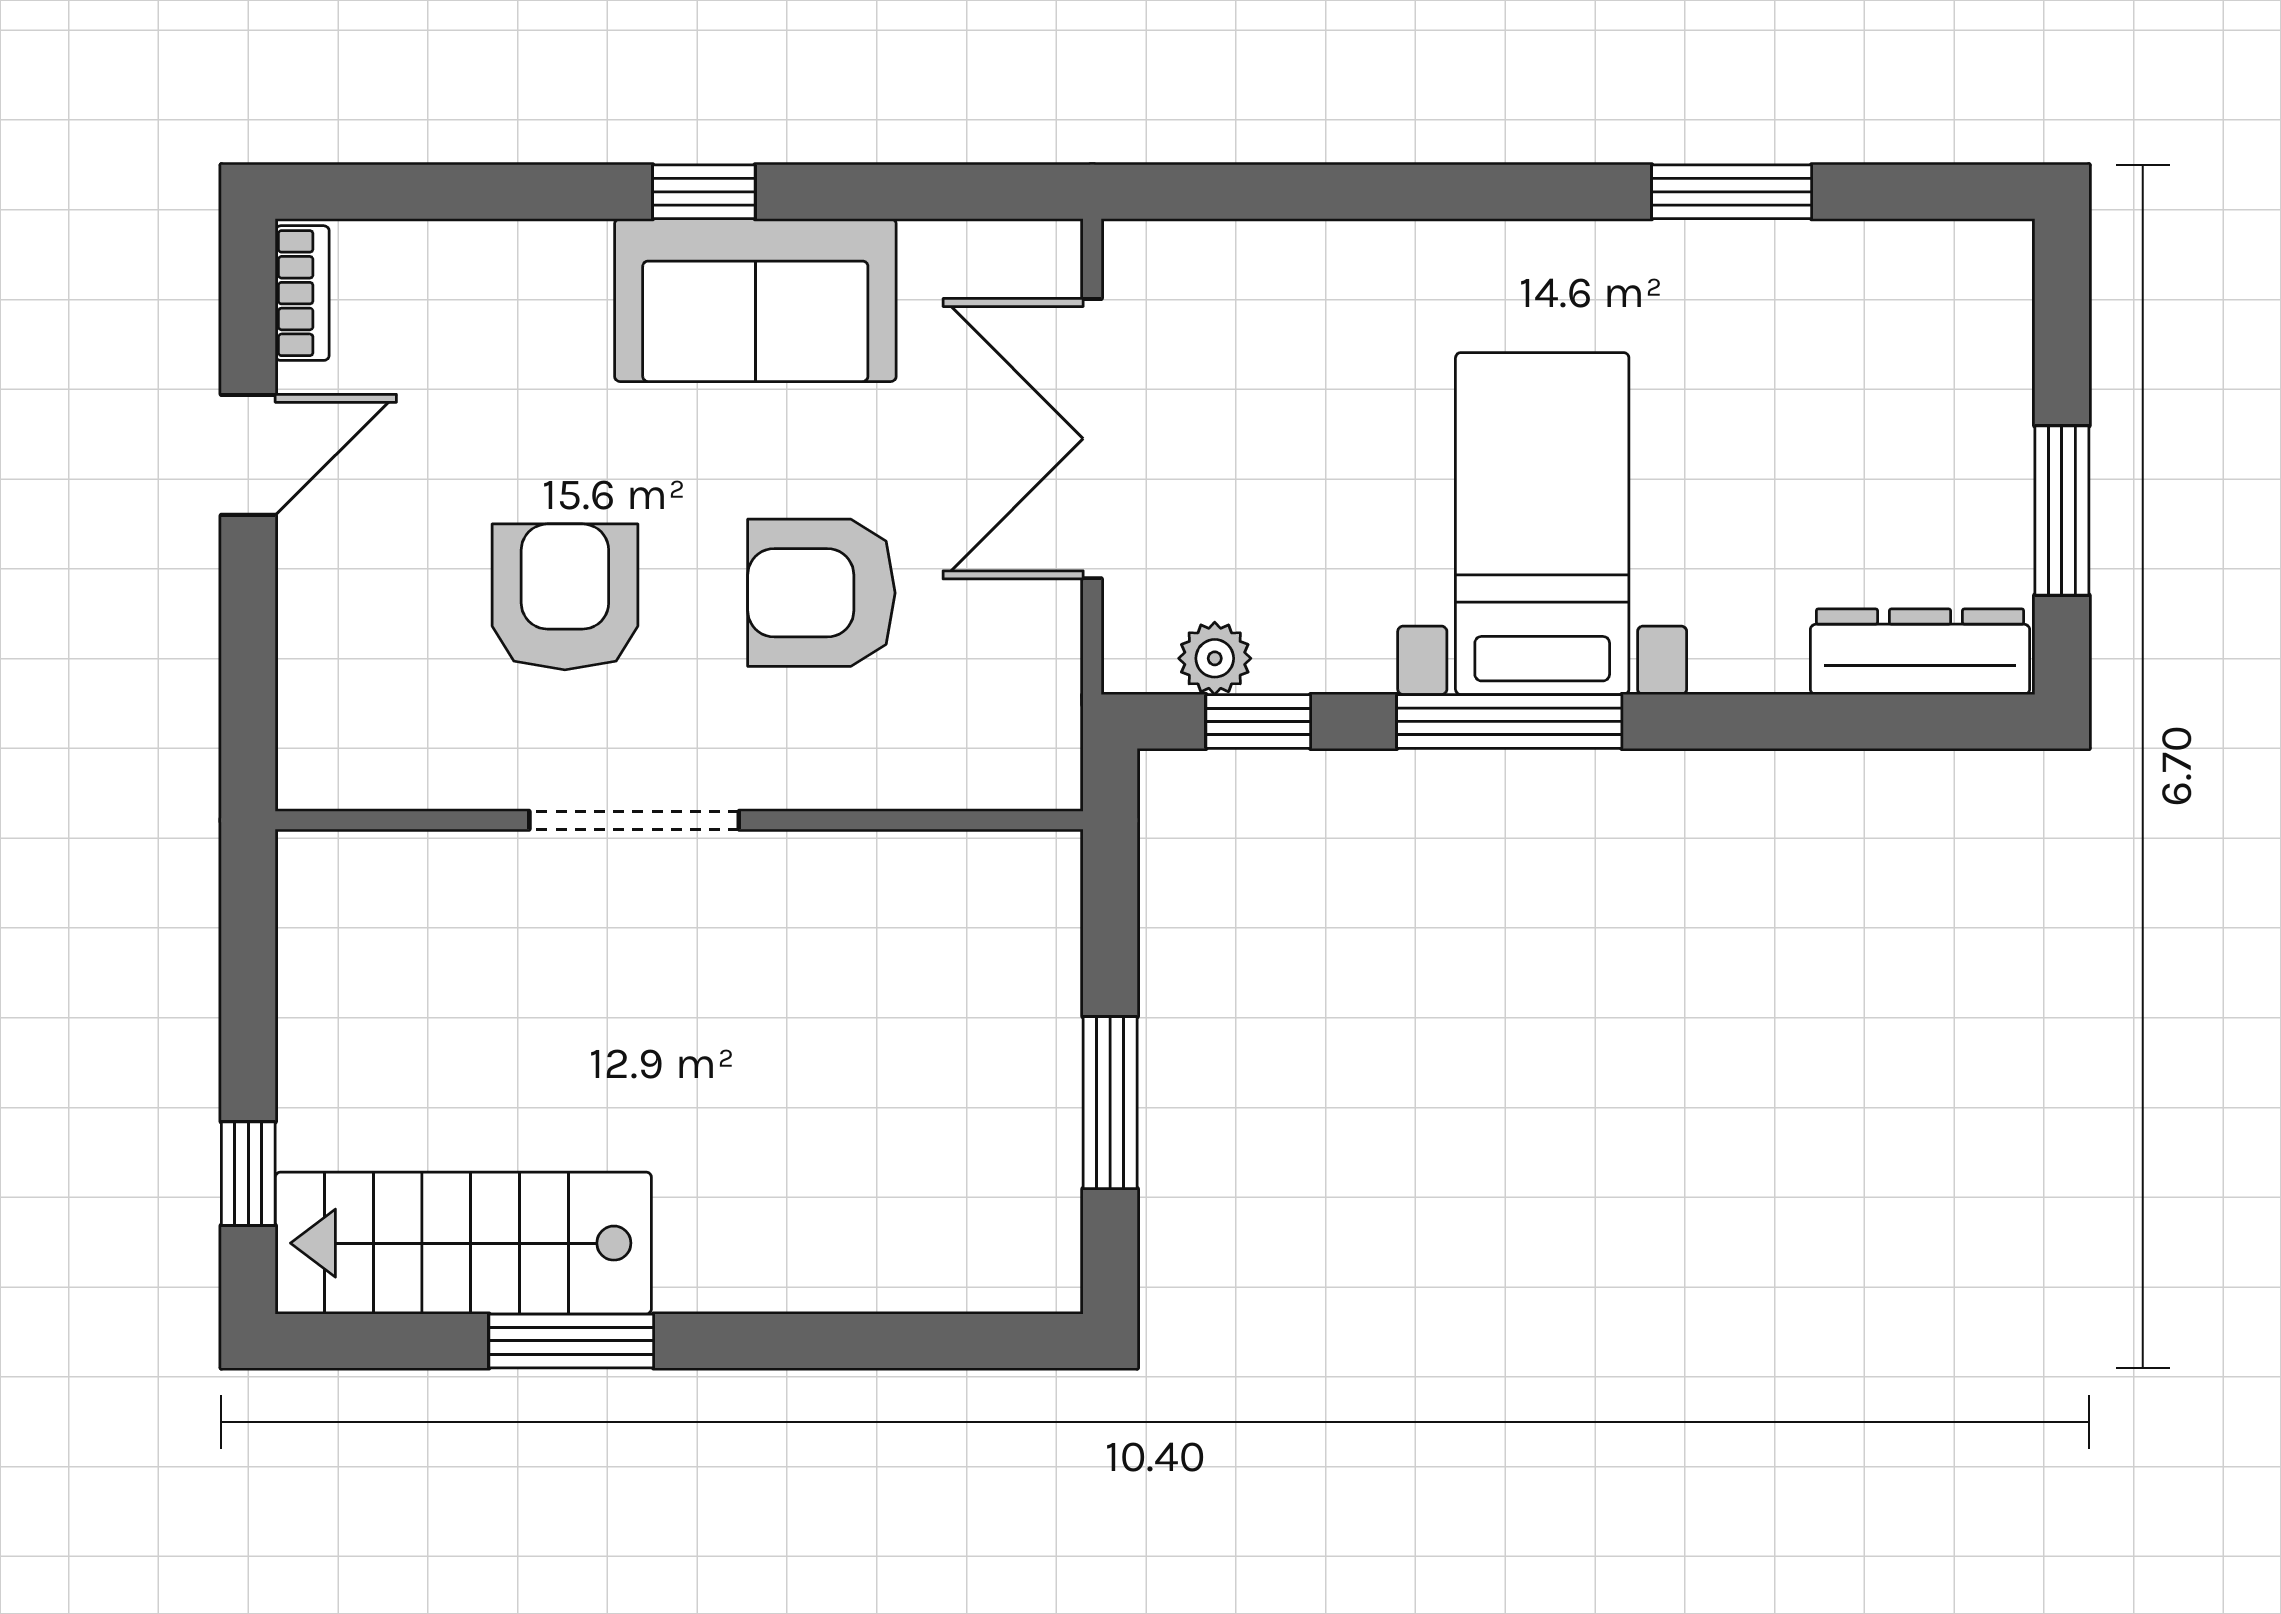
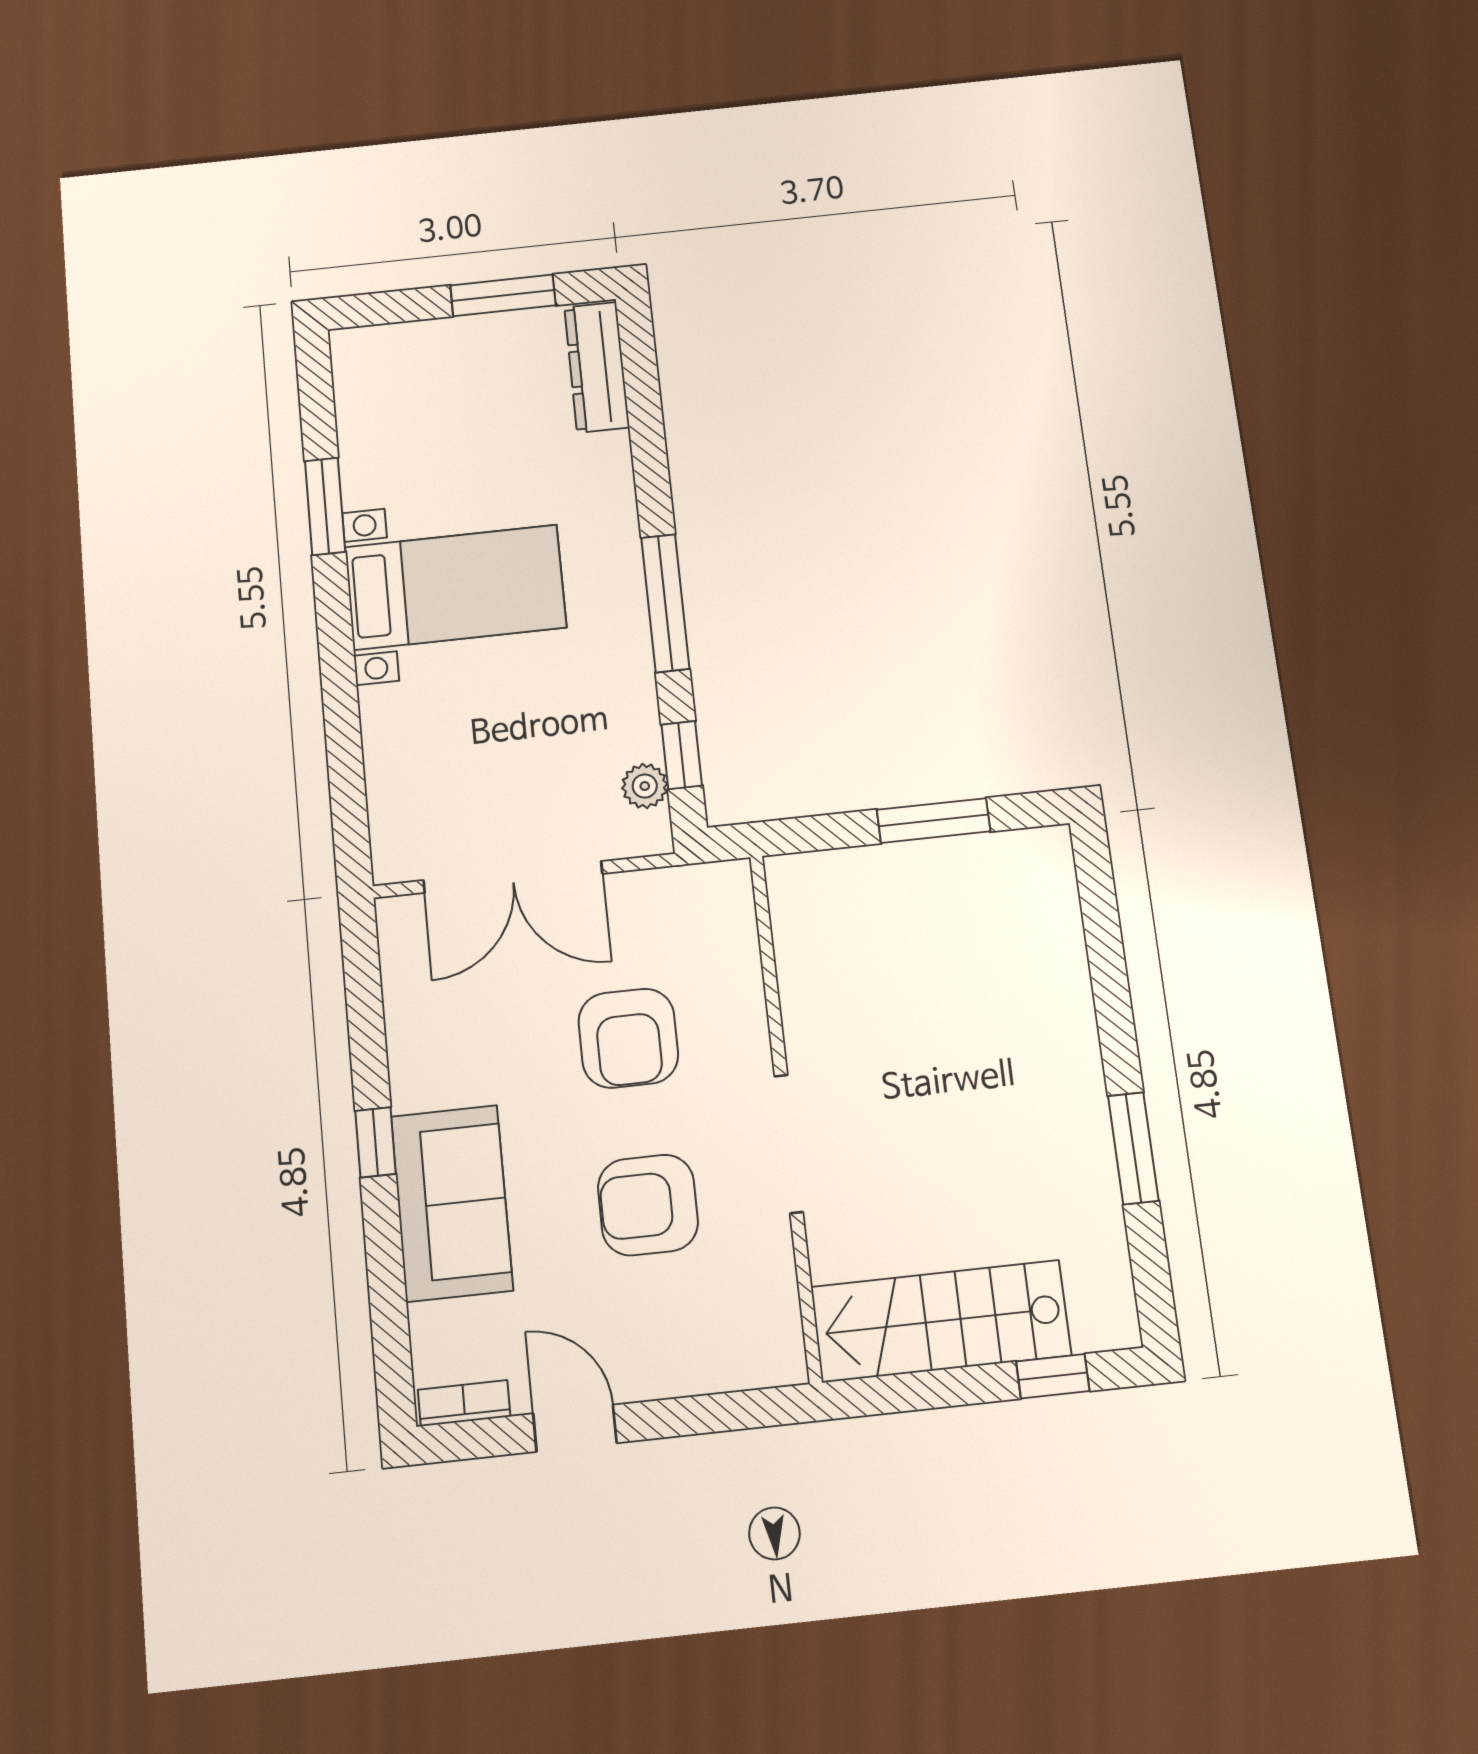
sofa: (755, 300) -> (452, 1203), moved
bed with nightstands: (1542, 524) -> (455, 587), moved, turned 180
stairs: (463, 1243) -> (941, 1321), moved, turned 90

